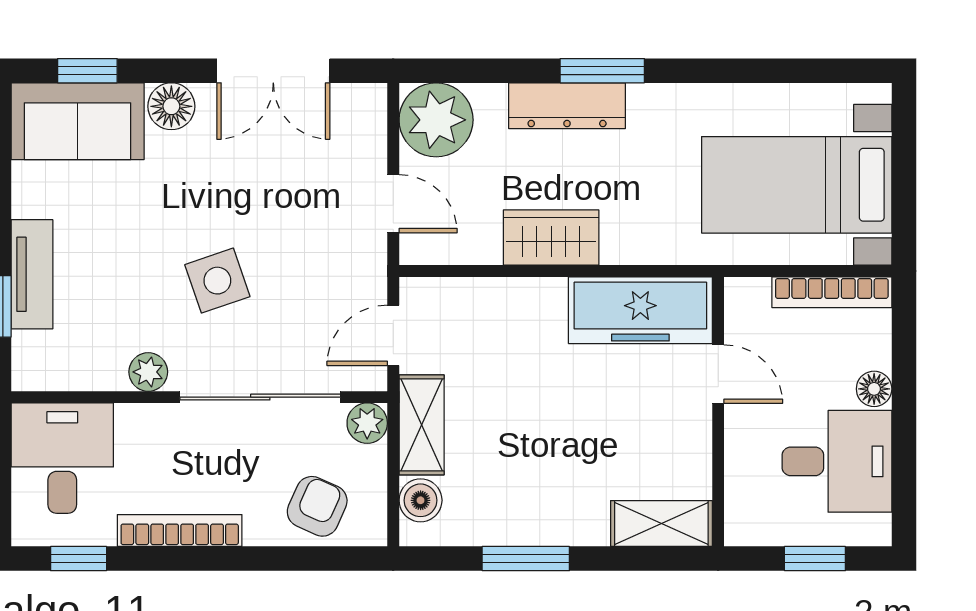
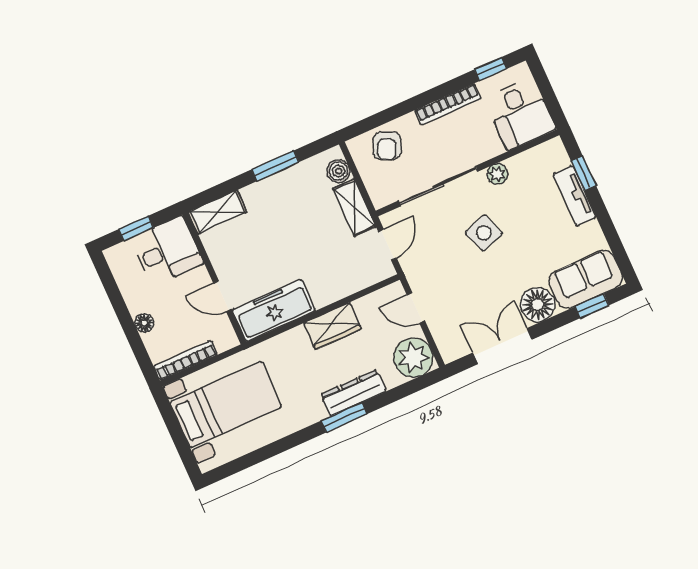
floor lamp: (171, 106) -> (538, 305), width x1.38, depth x1.38
plant: (367, 423) -> (381, 197), removed
desk: (837, 461) -> (167, 251), moved, turned 180

